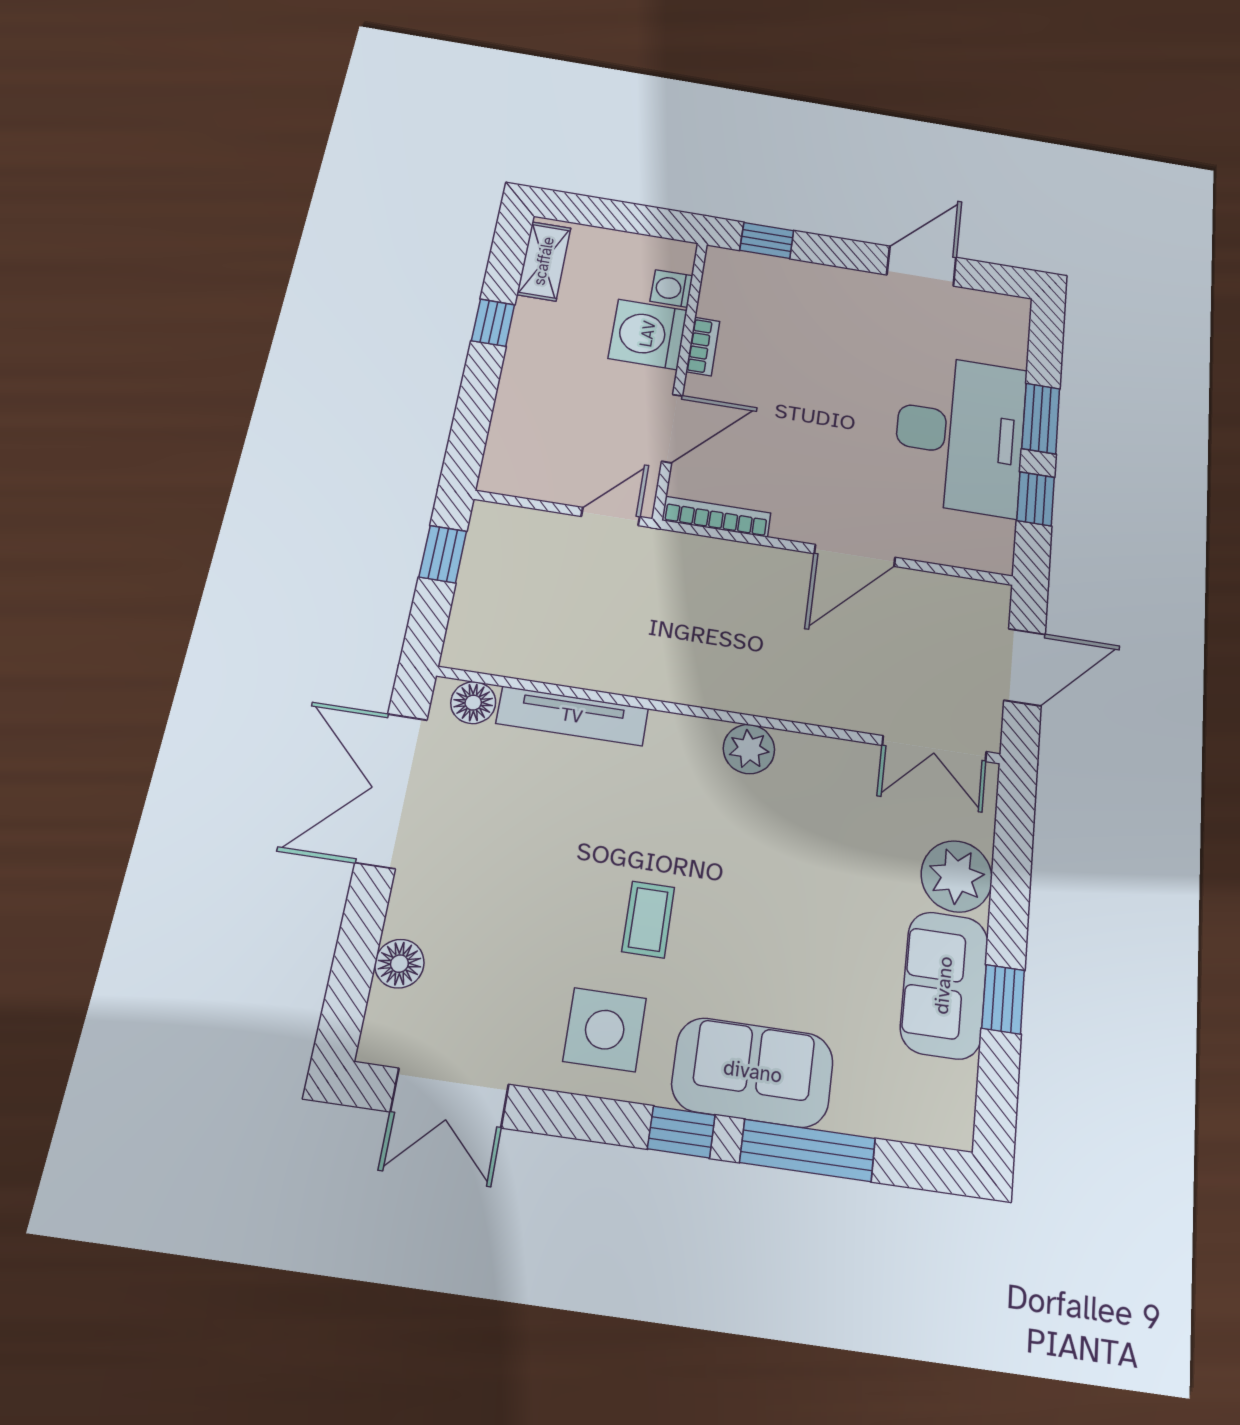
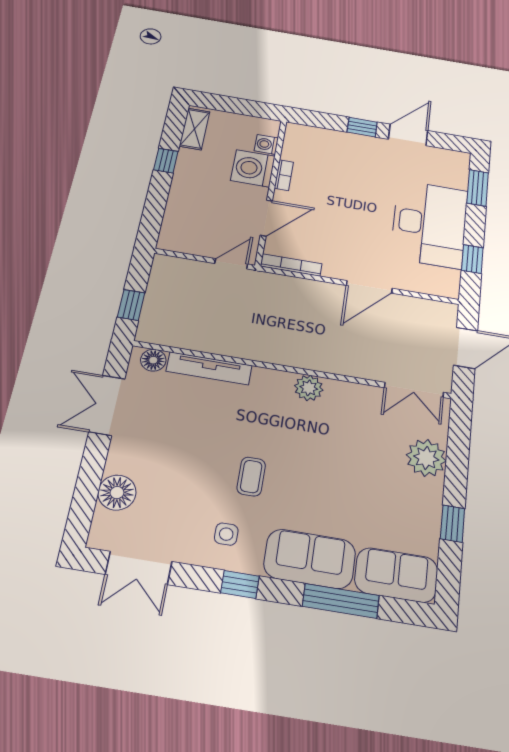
window: (767, 240) -> (362, 127), moved
window: (1041, 418) -> (478, 188), moved
window: (443, 554) -> (131, 305), moved
double door: (392, 790) -> (107, 405), width x0.73
floor lamp: (399, 964) -> (117, 493), width x1.38, depth x1.38
sofa: (944, 985) -> (396, 575), moved, turned 90
side table: (605, 1030) -> (226, 534), width x0.54, depth x0.54
window: (681, 1132) -> (240, 584), moved

